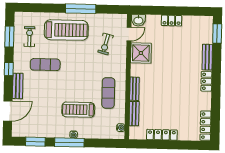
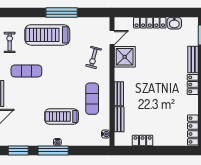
washbasin: (138, 20) -> (174, 23), moved
locker: (172, 21) -> (150, 23), width x1.53
treadmill: (66, 30) -> (47, 35), turned 180
exercise bike: (106, 44) -> (94, 57), moved
locker: (162, 135) -> (143, 140), width x0.66

